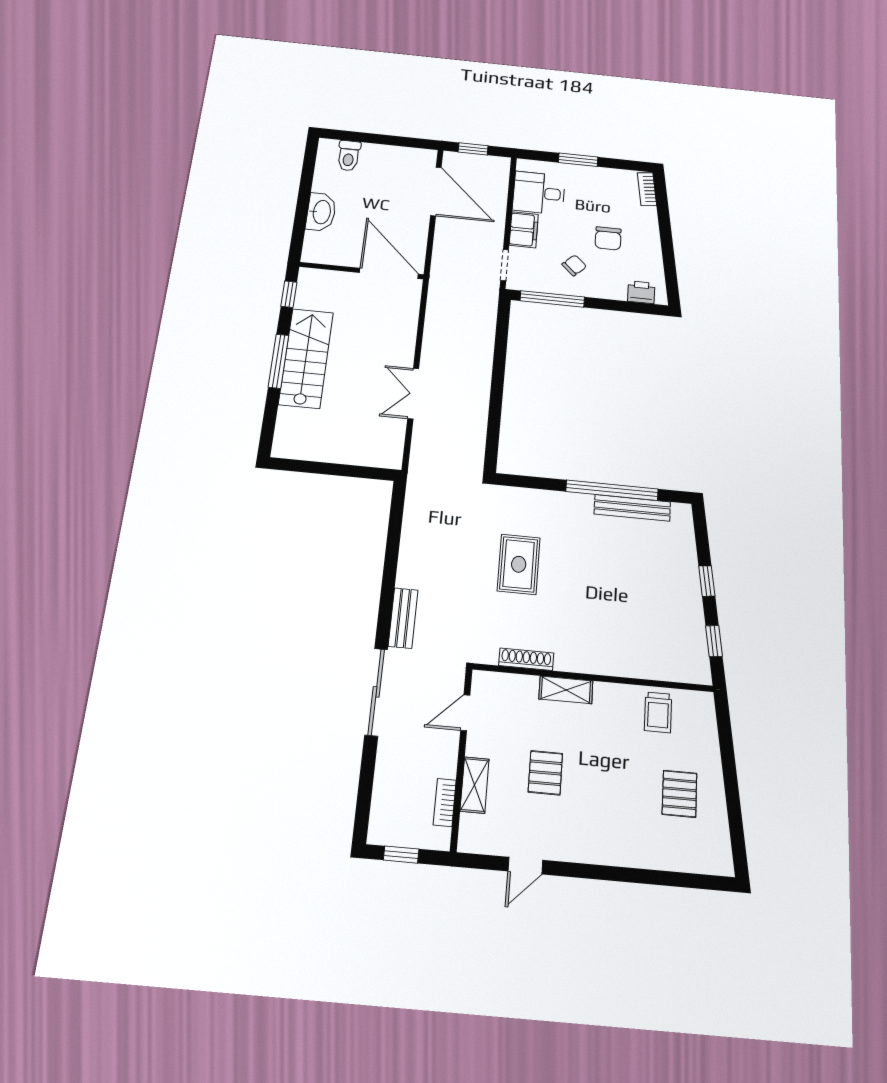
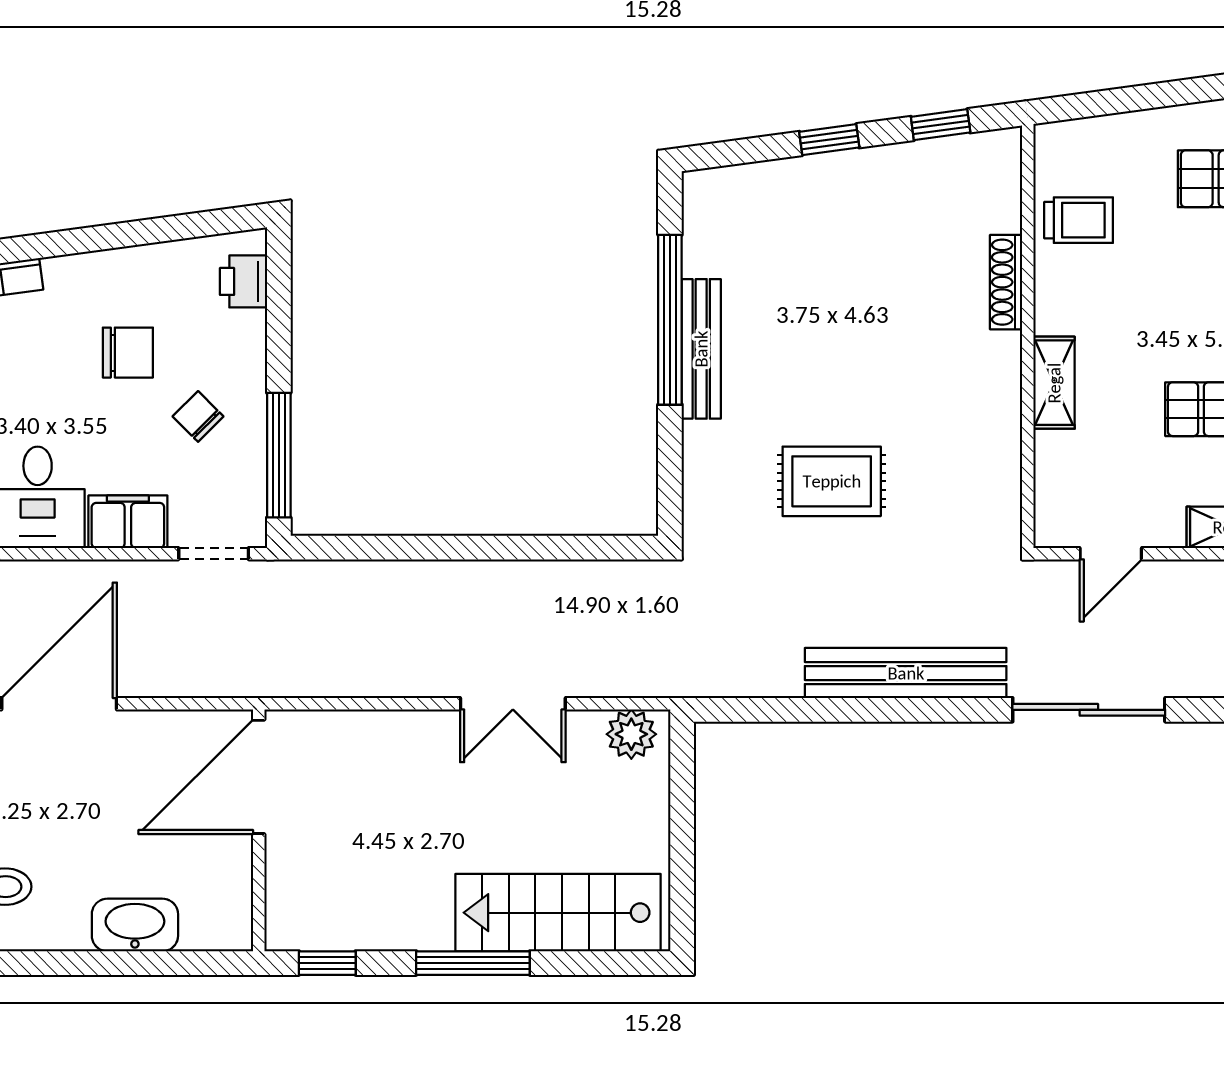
stairs: (306, 358) -> (558, 913), moved
plant: (390, 449) -> (631, 734), added
bench: (632, 508) -> (701, 349), moved
bench: (403, 618) -> (906, 673), width x1.86, depth x1.21
shoe rack: (526, 659) -> (1006, 282), moved
door: (465, 713) -> (1111, 554), hinge flipped

